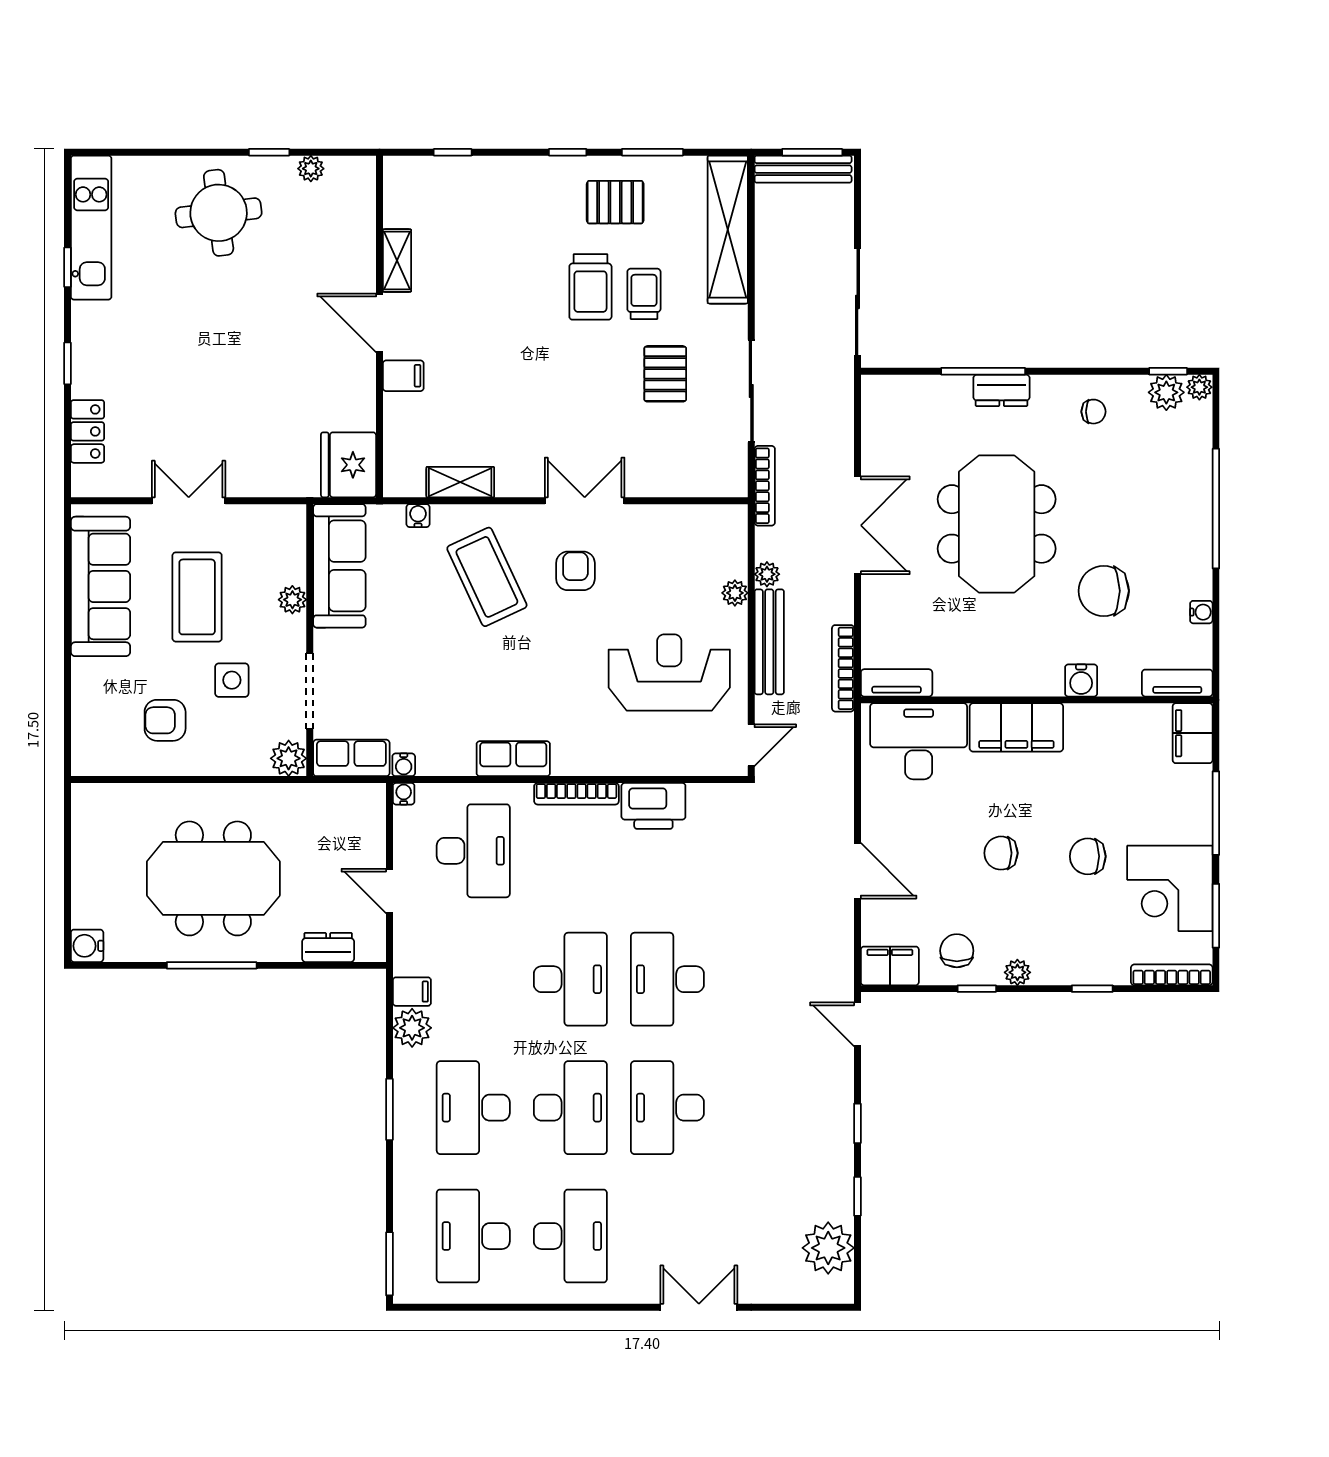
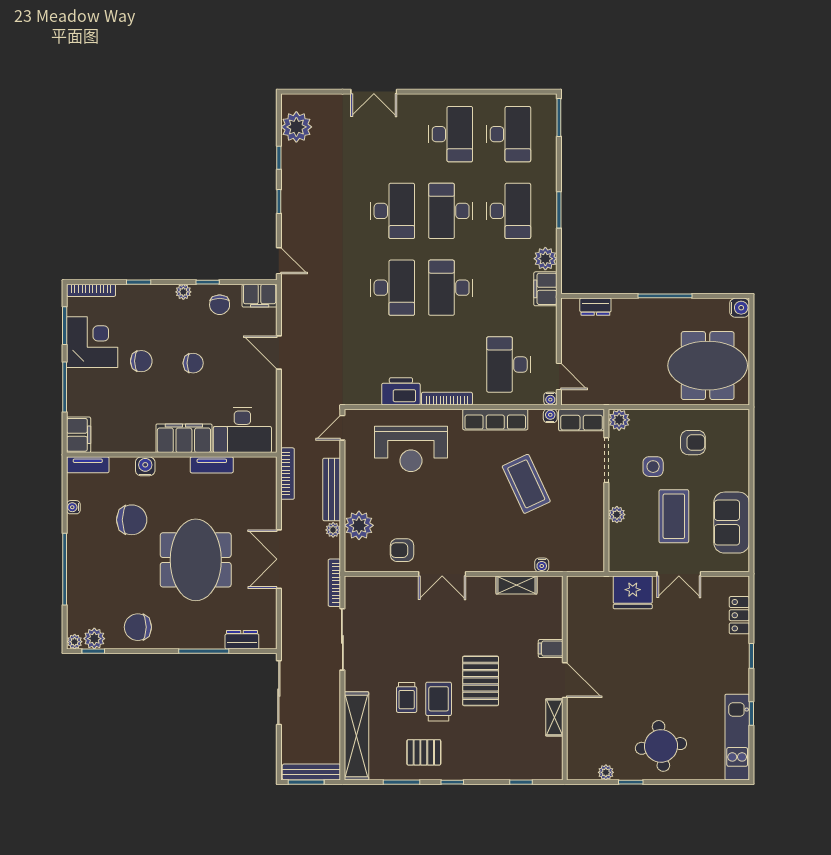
pallet: (665, 374) -> (481, 681), moved, width x1.50, depth x1.42
dresser: (1002, 390) -> (242, 640), moved
chair: (1094, 412) -> (138, 627), width x1.87, depth x1.87
fridge: (349, 465) -> (633, 592), moved, turned 90
sofa: (339, 566) -> (589, 535), removed
armchair: (575, 571) -> (402, 550), moved, turned 90
coffee table: (487, 577) -> (526, 484), moved
sofa: (100, 586) -> (732, 523), width x0.73
plant: (735, 593) -> (359, 525), width x1.87, depth x1.87
reception desk: (669, 672) -> (411, 449), moved
tv unit: (897, 683) -> (212, 465), moved
row of seats: (513, 759) -> (495, 420), width x1.48
meeting table: (213, 878) -> (708, 366), moved
door: (389, 891) -> (559, 376), moved
filing cabinet: (412, 992) -> (545, 289), width x2.00
desk: (570, 1236) -> (451, 134), turned 180

